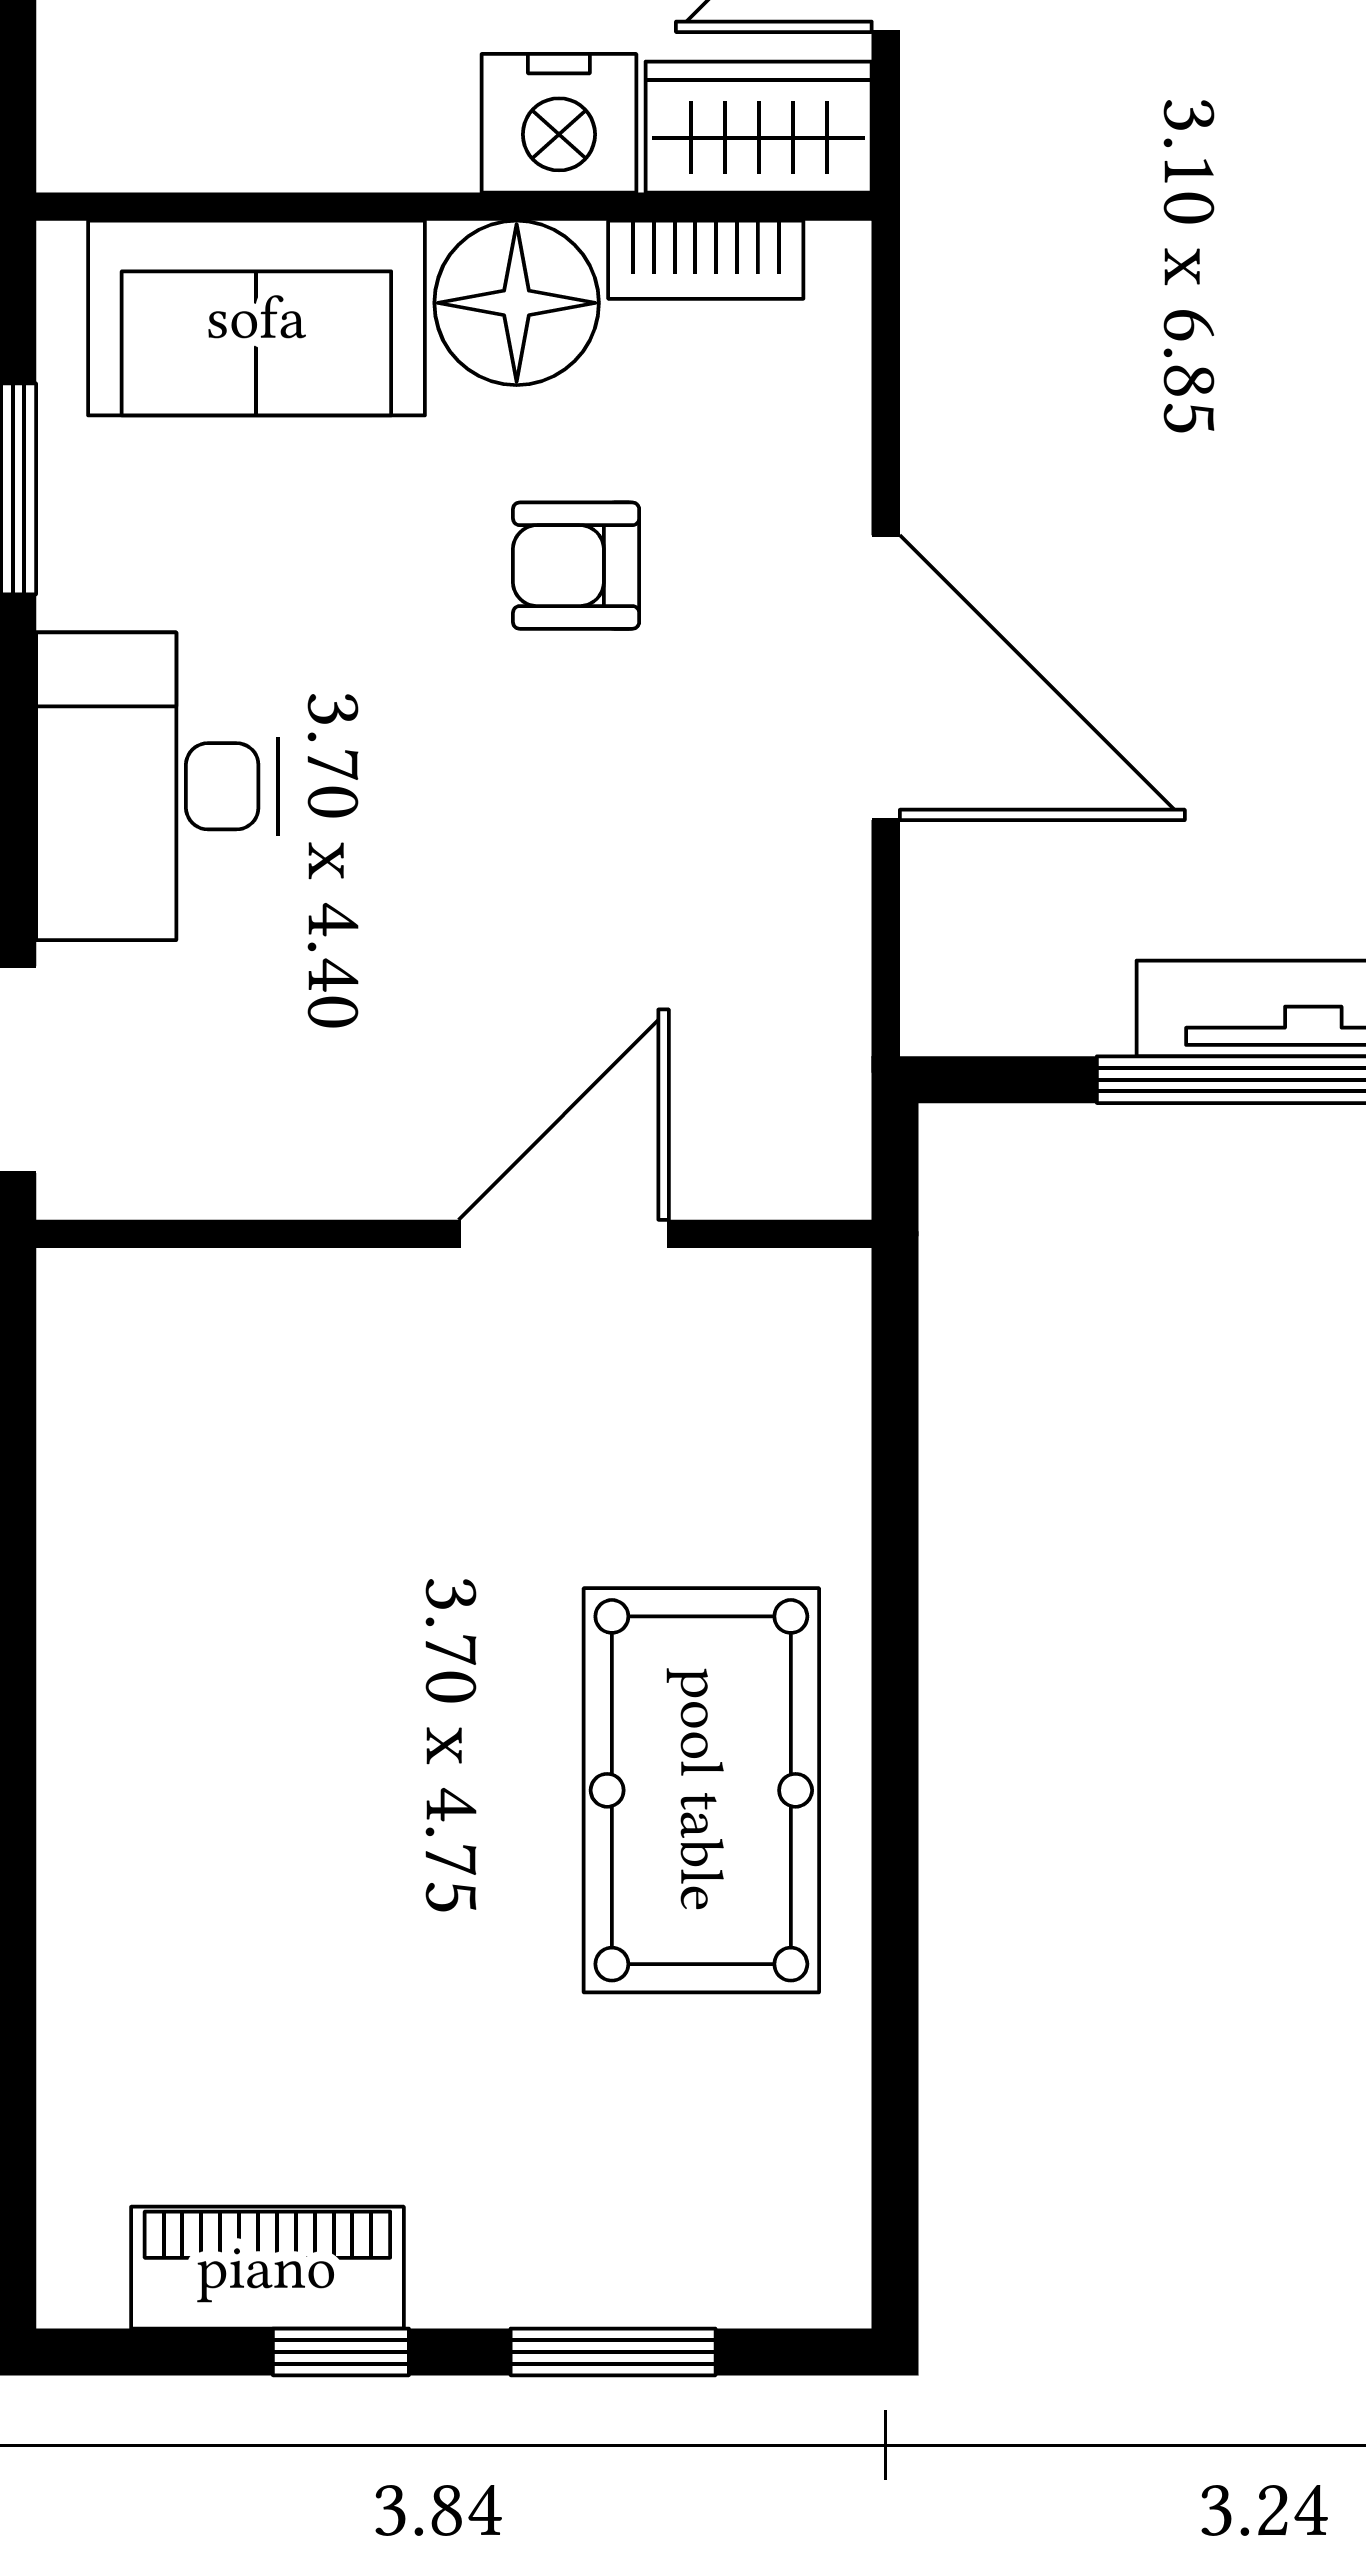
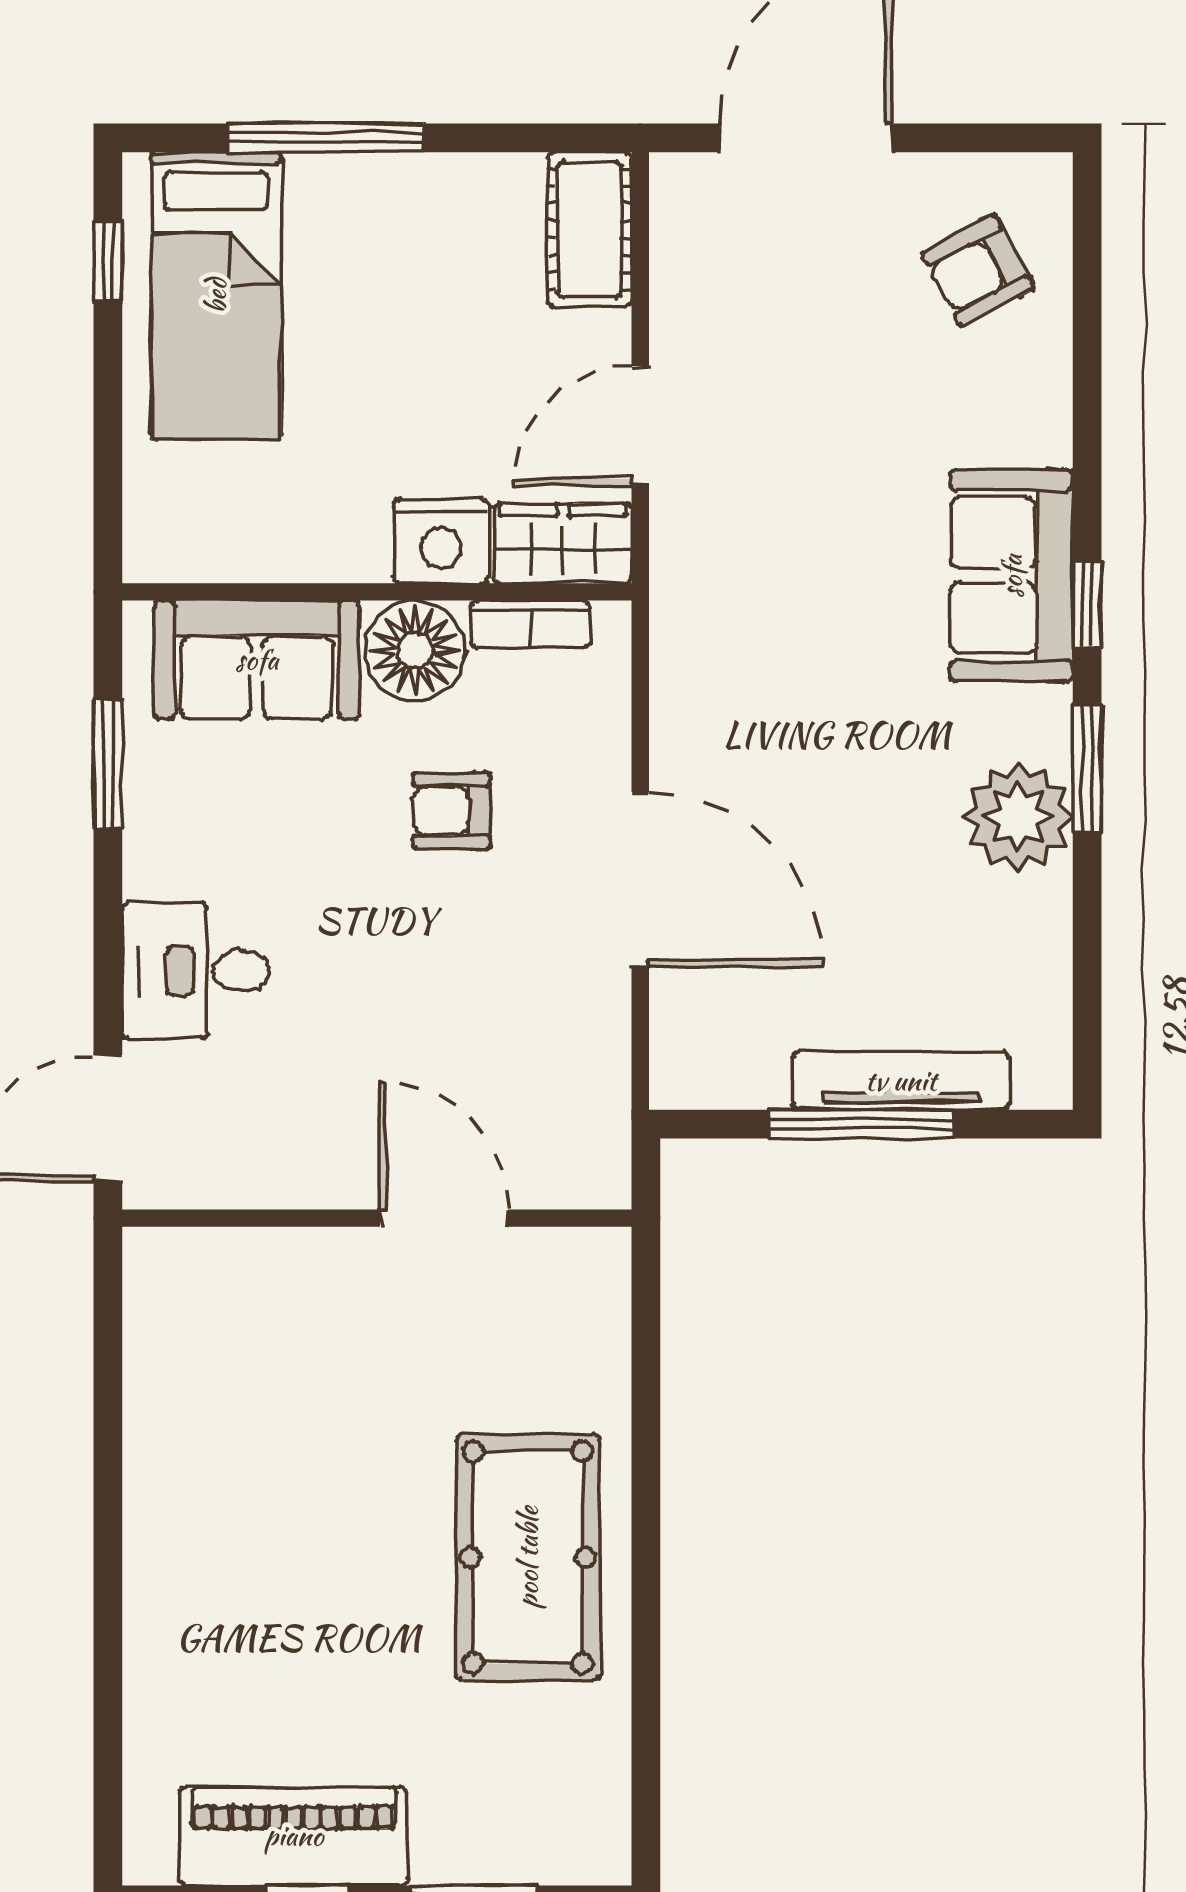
desk: (157, 786) -> (196, 971), width x0.73
door: (564, 1234) -> (444, 1218), hinge flipped
piano: (267, 2268) -> (294, 1836), width x1.37, depth x1.33

